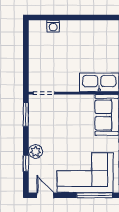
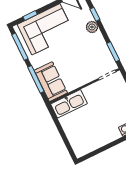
window: (95, 195) -> (30, 15), width x0.46

